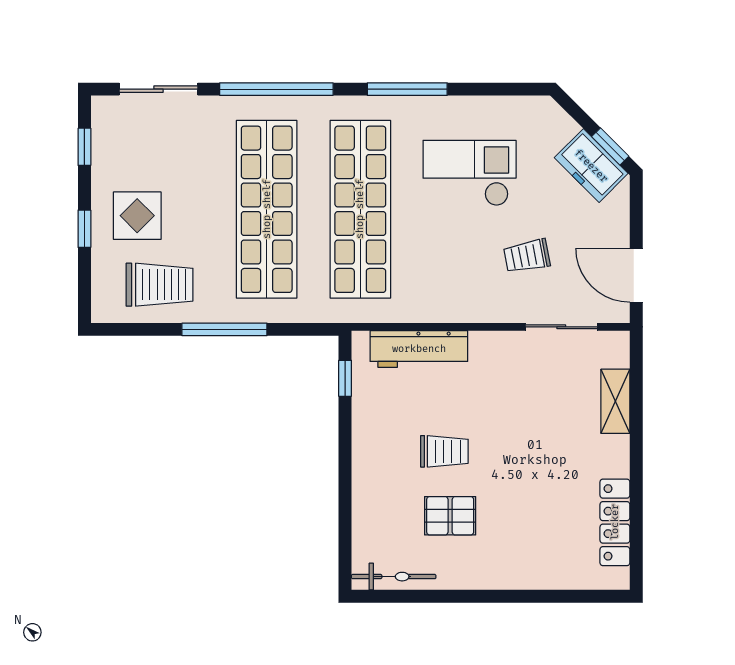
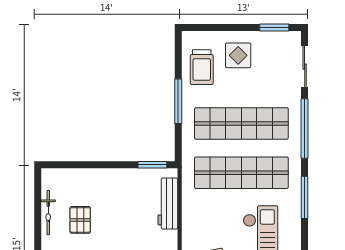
window: (84, 147) -> (274, 28), width x1.50
window: (84, 229) -> (231, 28), removed
window: (345, 378) -> (152, 165), width x1.50
trolley: (444, 451) -> (114, 217), removed
bicycle: (394, 577) -> (48, 213), moved

